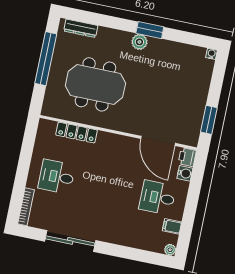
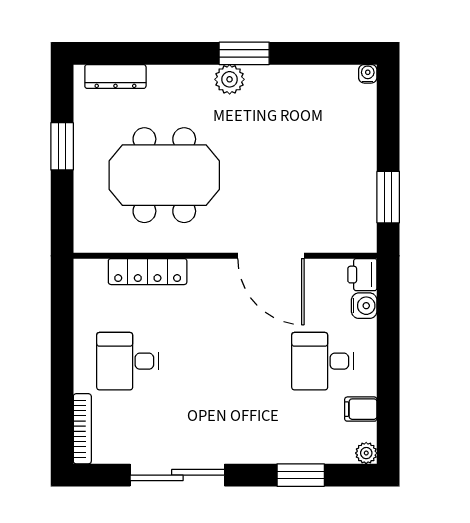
window: (46, 59) -> (62, 146), width x0.47
door: (158, 141) -> (271, 256), moved
window: (134, 254) -> (301, 475), added

